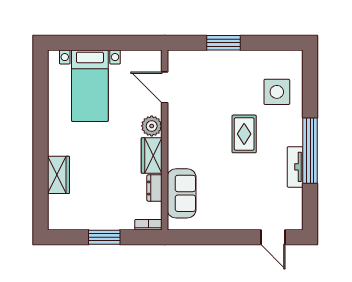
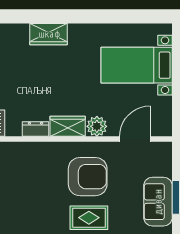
armchair: (203, 135) -> (88, 177), added
sofa: (182, 193) -> (158, 202), moved, turned 90

